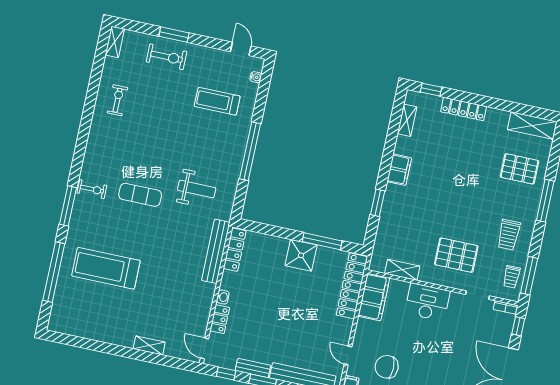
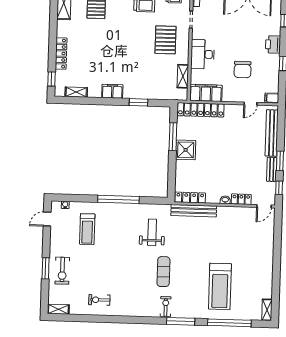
exercise bike: (167, 57) -> (62, 271), turned 180
shelving: (149, 345) -> (267, 310), moved
chair: (387, 367) -> (243, 70), moved

